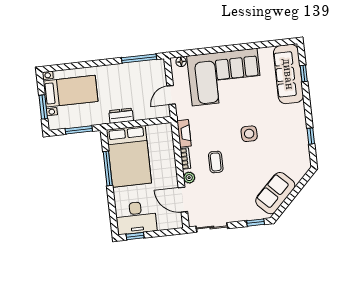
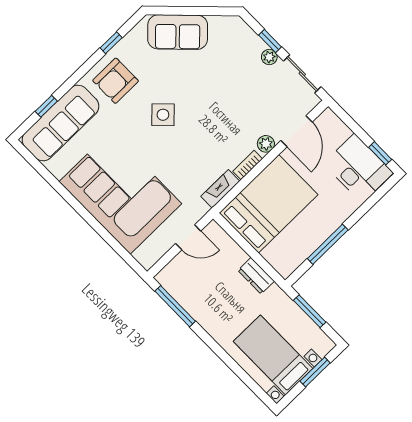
floor lamp: (181, 62) -> (142, 256), removed
armchair: (288, 122) -> (116, 81), added
side table: (249, 134) -> (163, 115), turned 45
bed: (129, 156) -> (268, 204), moved
coffee table: (216, 162) -> (225, 128), removed
sofa: (275, 193) -> (178, 32), moved
plant: (235, 217) -> (269, 57), added
window: (256, 223) -> (270, 41), moved

